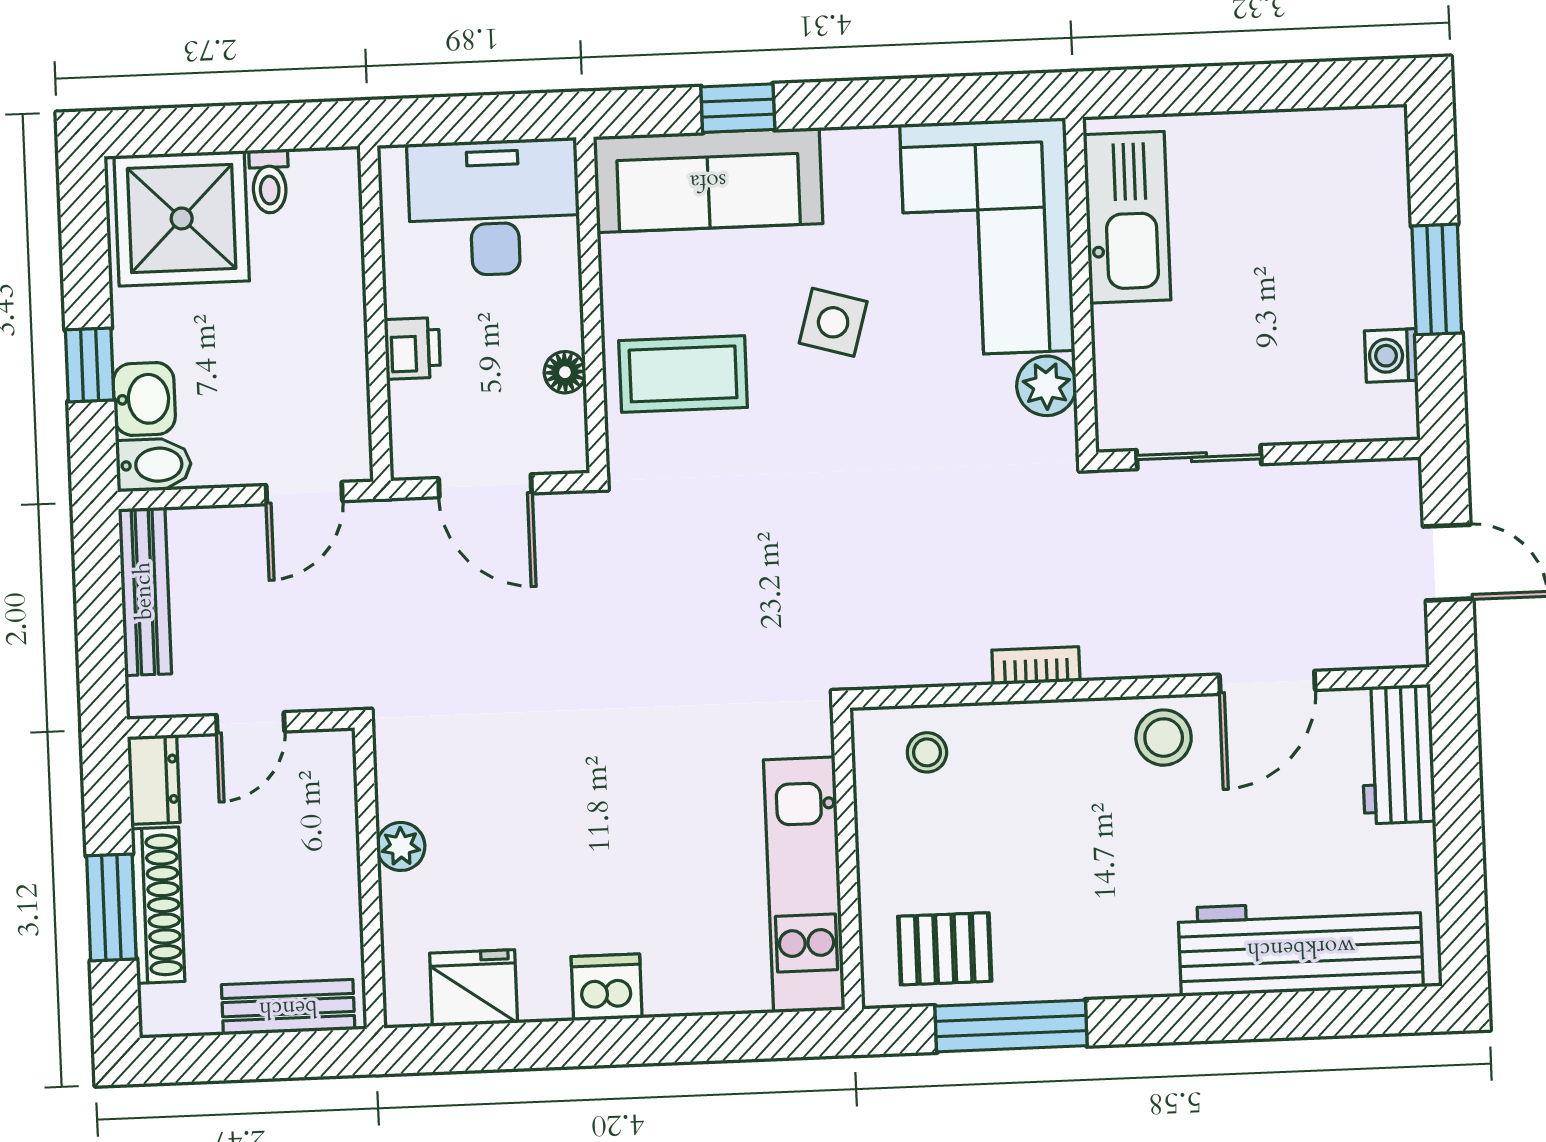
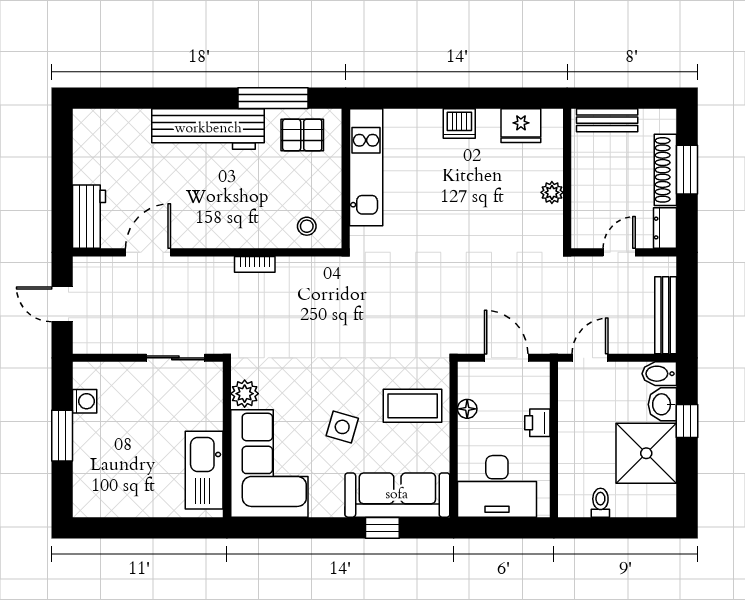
shower: (182, 218) -> (646, 453), moved
stool: (1164, 738) -> (197, 229), removed
workbench: (1301, 947) -> (208, 129), moved

